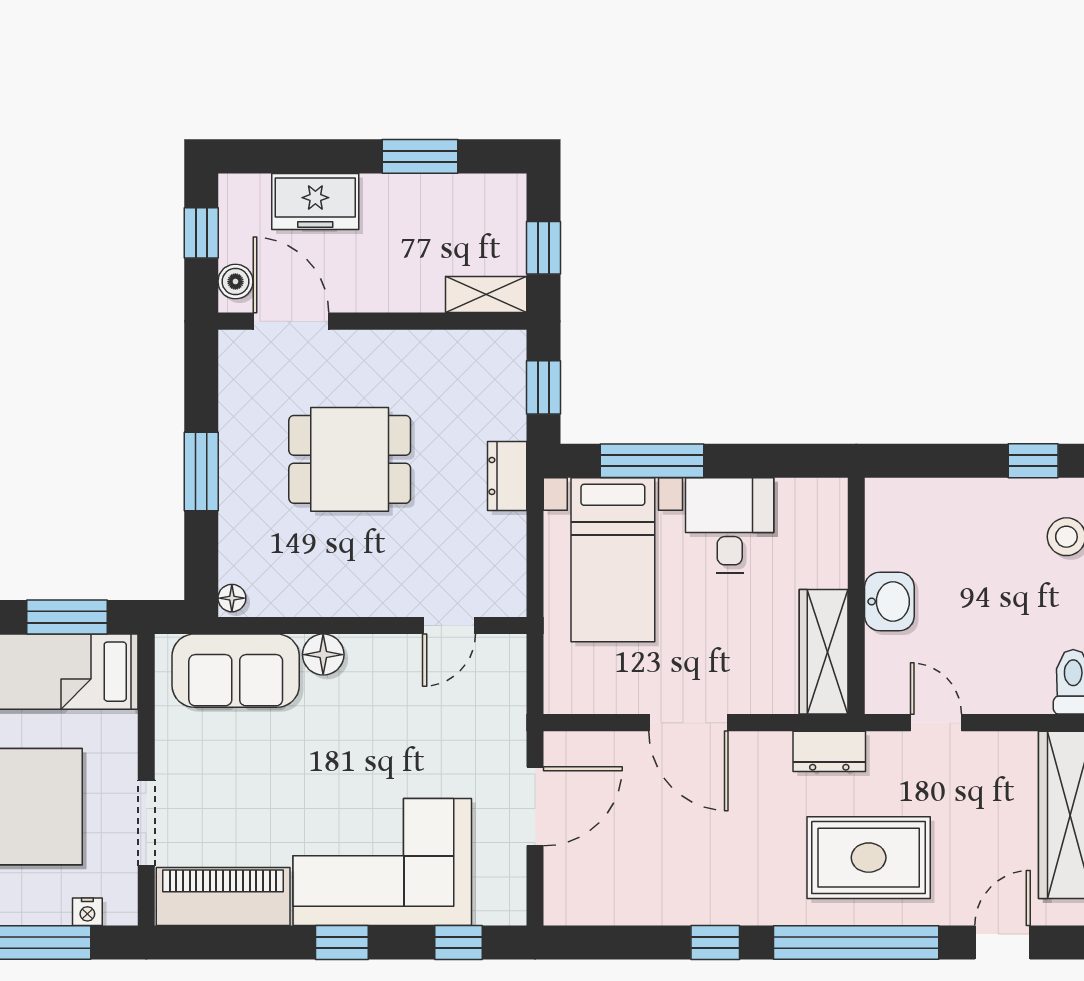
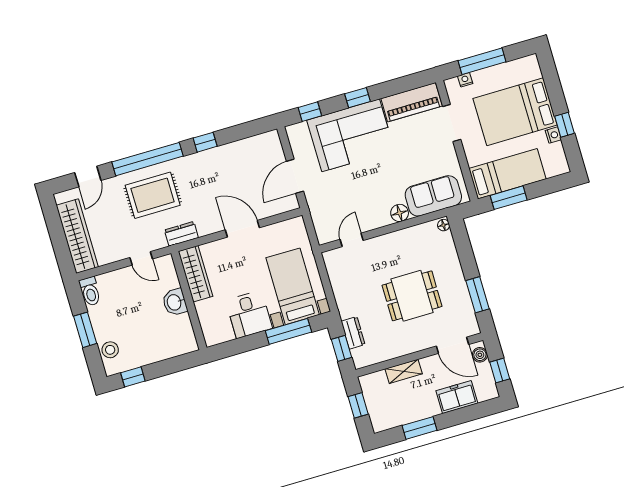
shelving: (486, 295) -> (404, 371), moved
window: (201, 472) -> (478, 295), moved
dresser: (507, 476) -> (353, 333), moved

